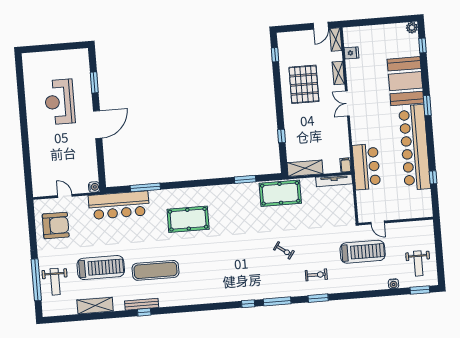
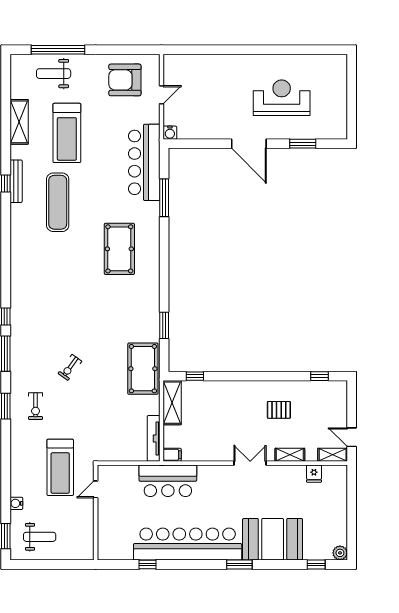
pallet: (304, 84) -> (279, 410), width x0.49, depth x0.50
window: (282, 136) -> (195, 376), moved
armchair: (56, 225) -> (125, 80), turned 90
weight bench: (418, 263) -> (40, 537), turned 180

